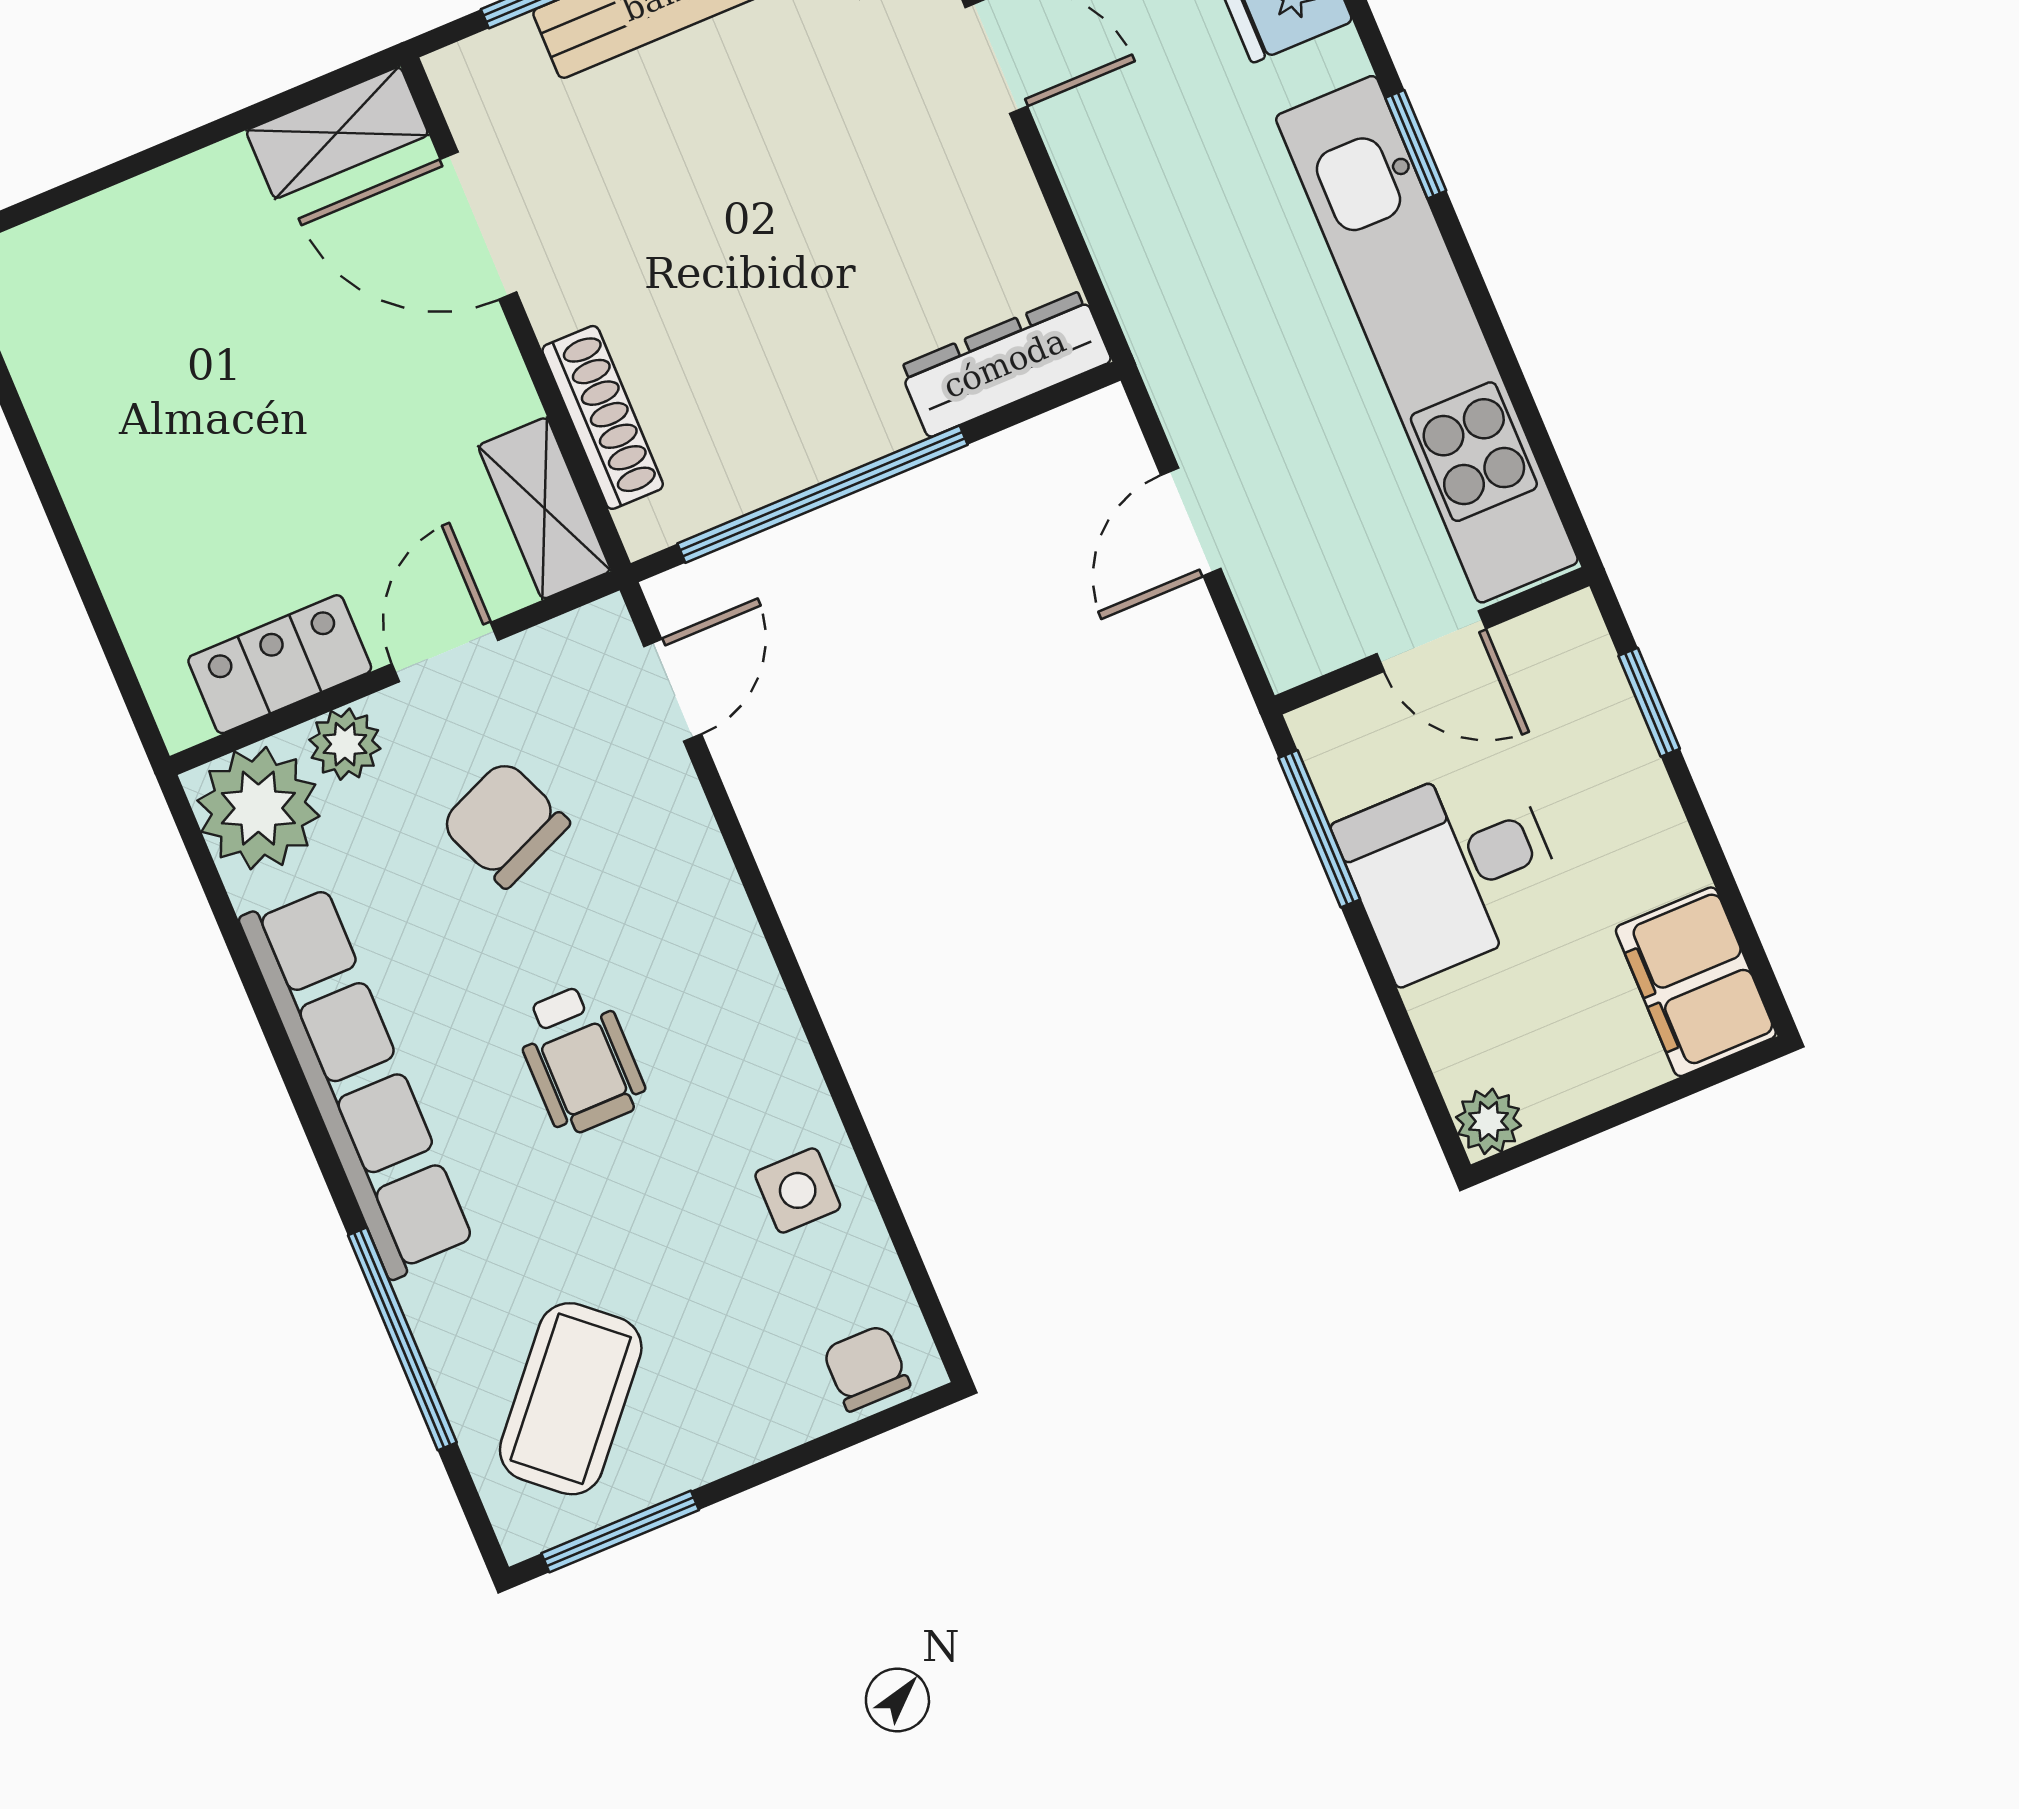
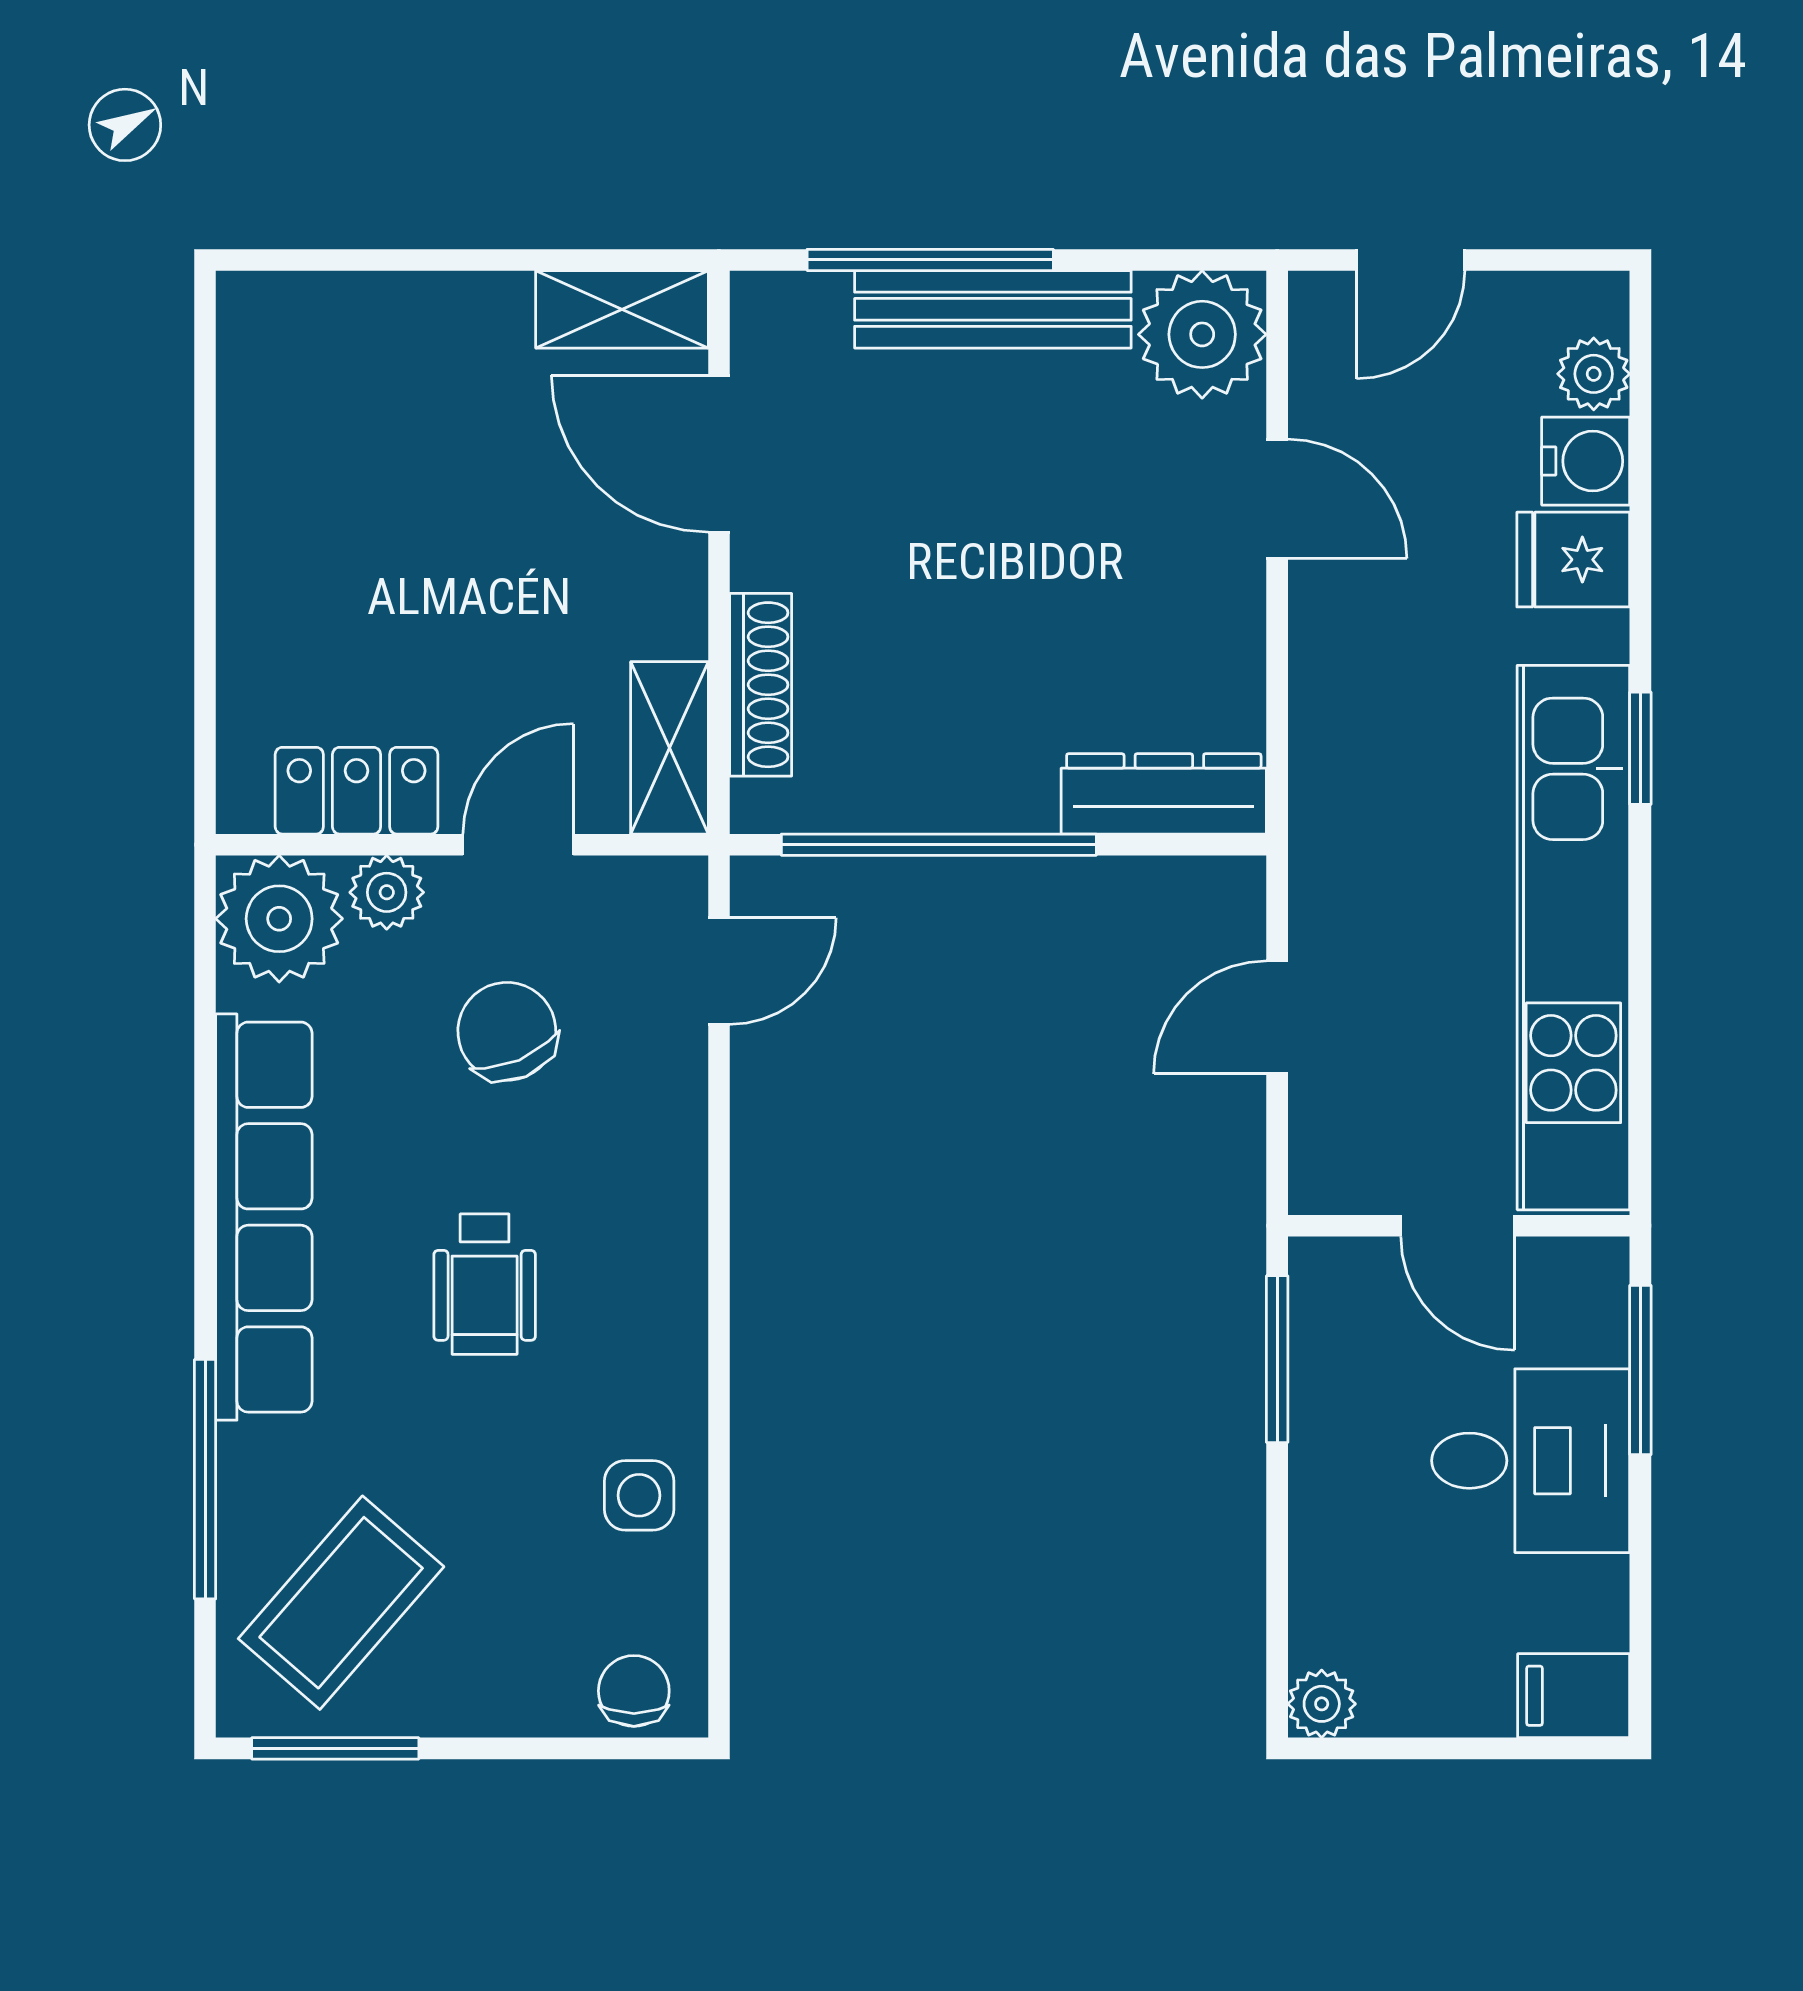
window: (1649, 702) -> (1640, 1370), width x1.50
desk: (1452, 870) -> (1531, 1461), moved, turned 180
filing cabinet: (1696, 982) -> (1574, 1696), width x0.50

